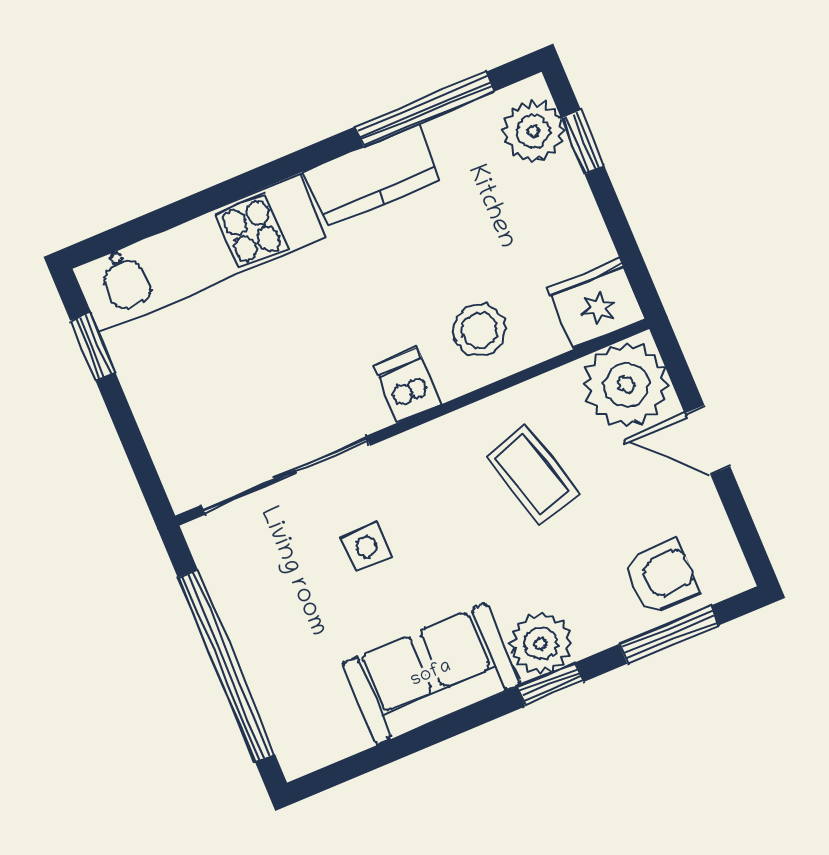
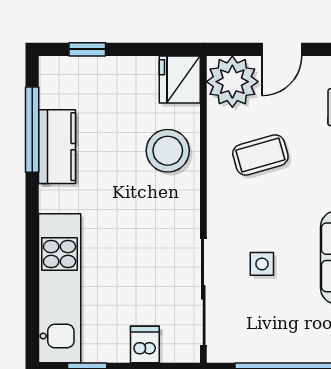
plant: (533, 131) -> (70, 75), removed
kitchen counter: (372, 176) -> (57, 147), moved
stool: (479, 330) -> (168, 151), width x1.38, depth x1.38
dishwasher: (408, 385) -> (145, 345), moved, turned 90

